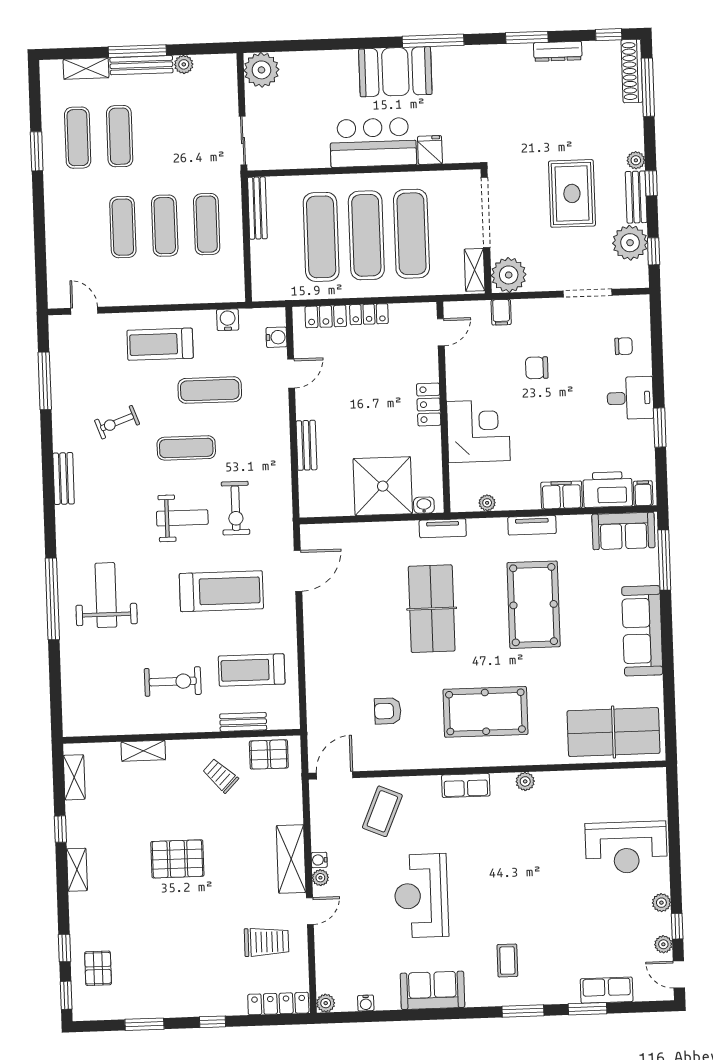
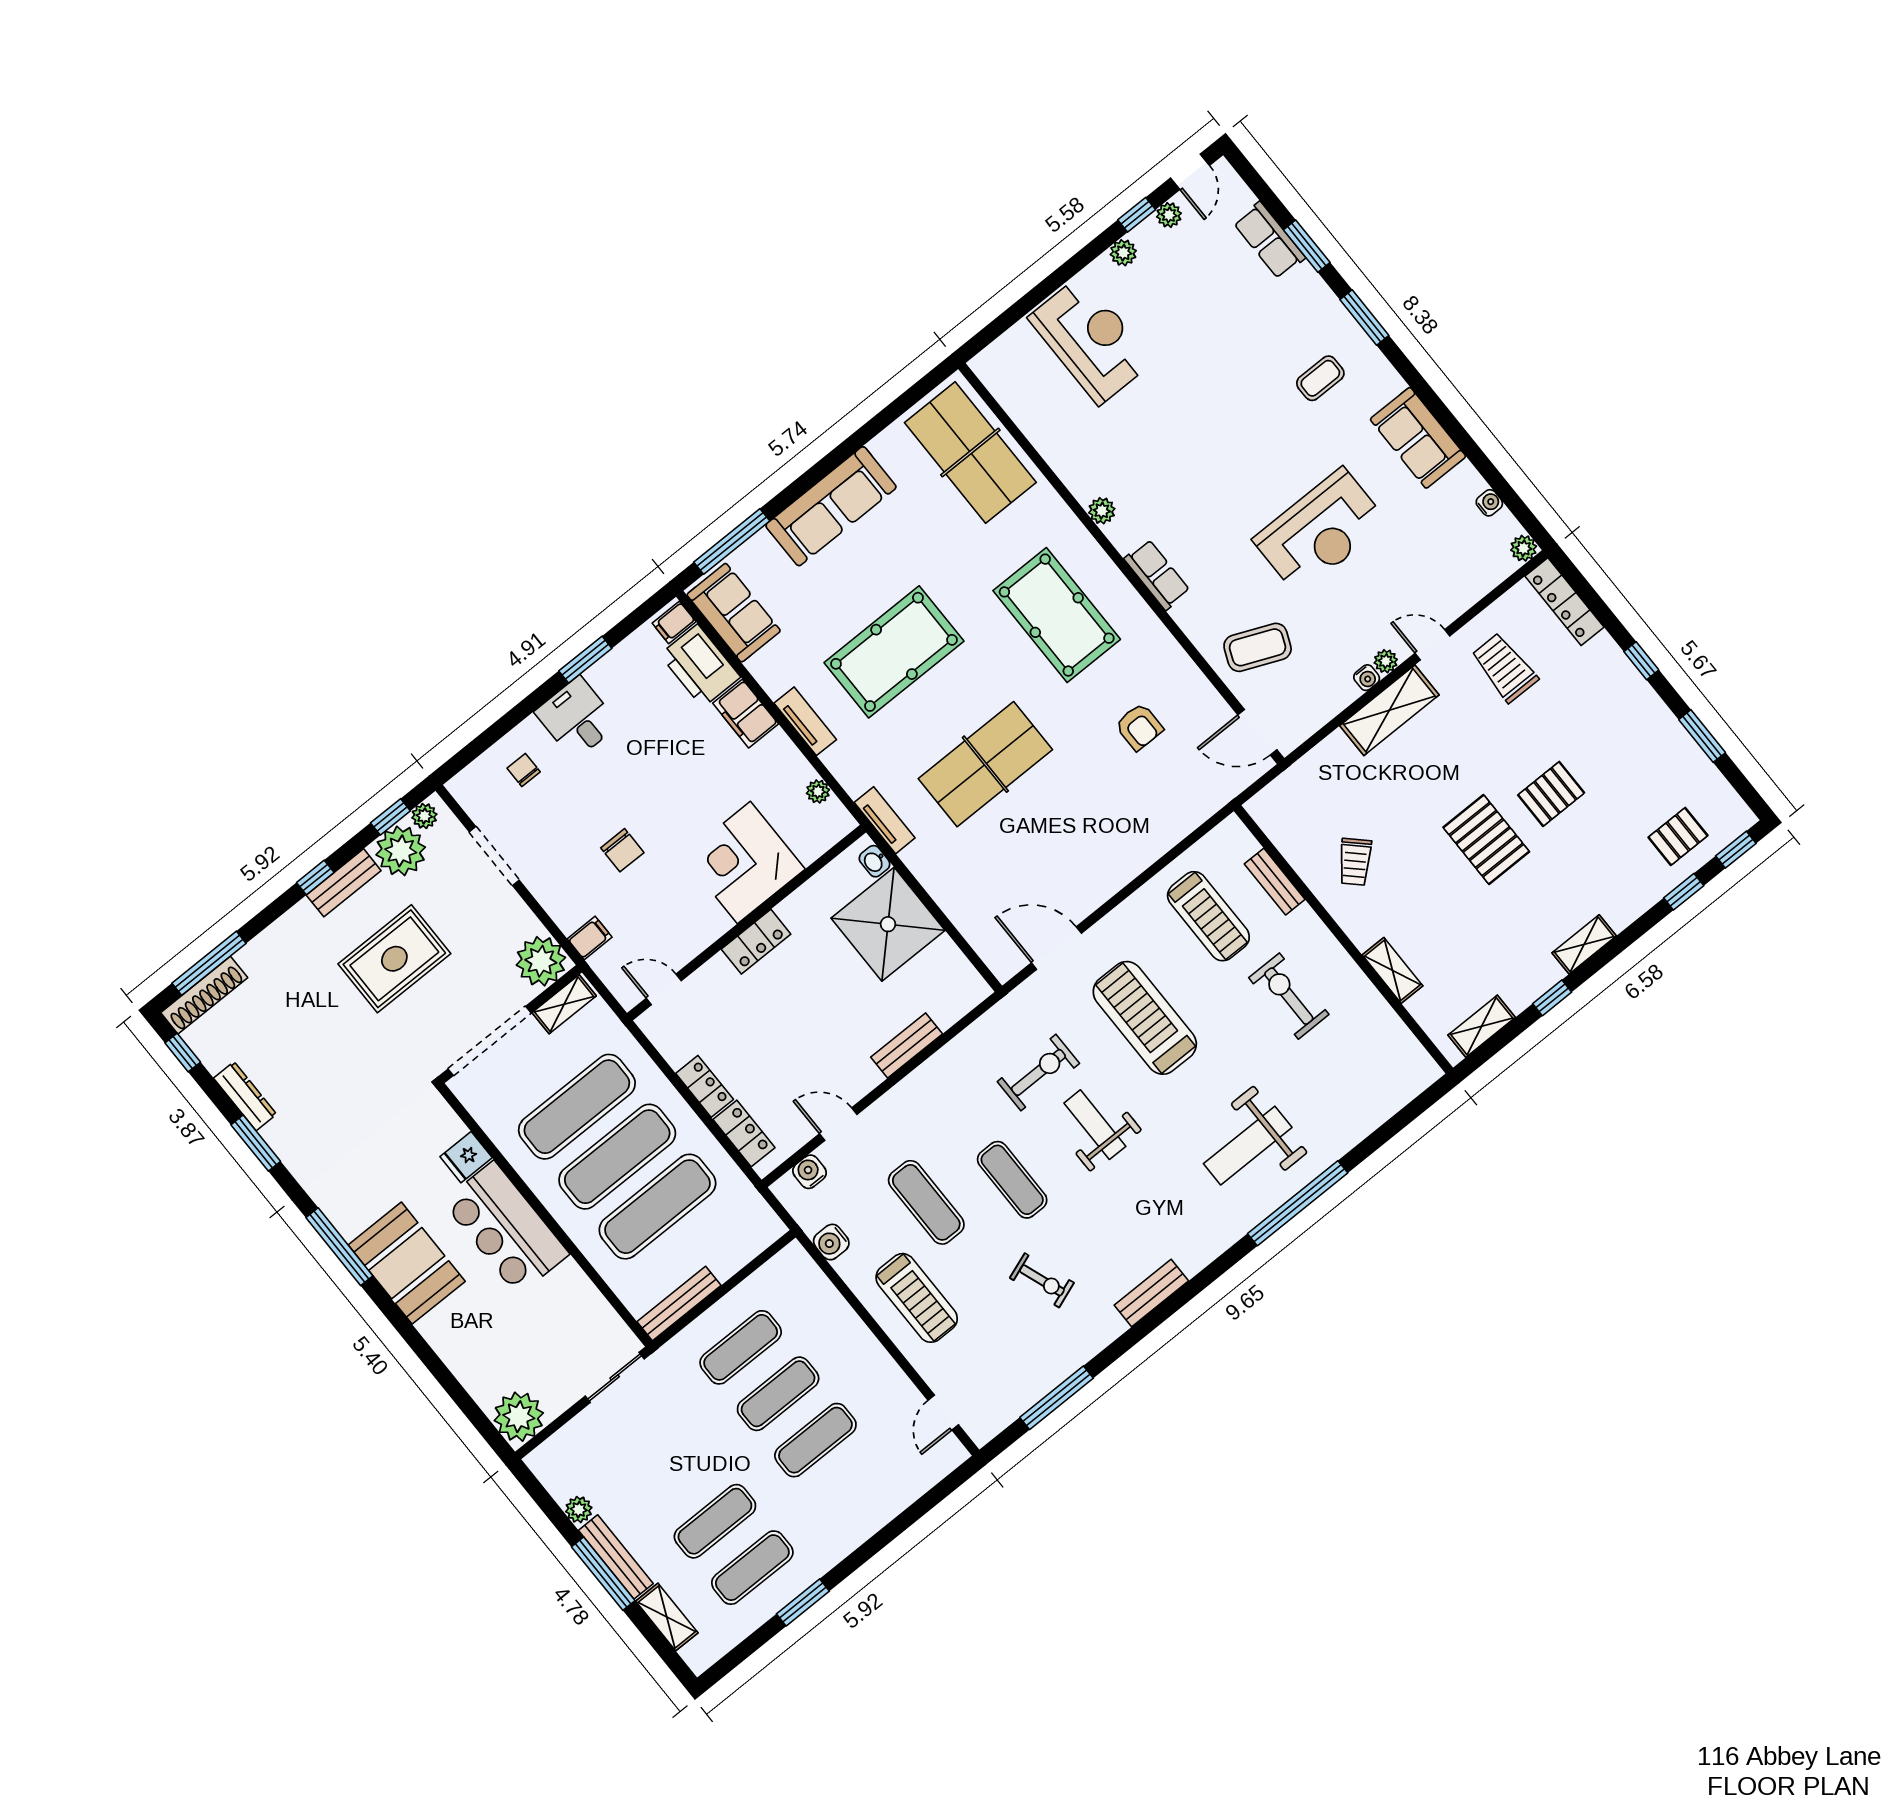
plant: (636, 160) -> (424, 816), moved
pallet: (269, 754) -> (1551, 794), moved, turned 90

